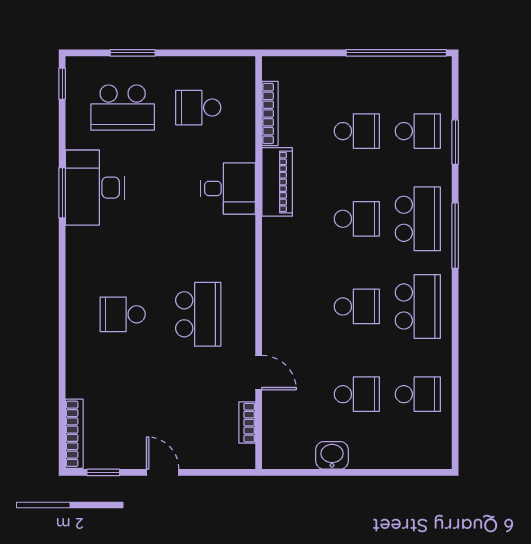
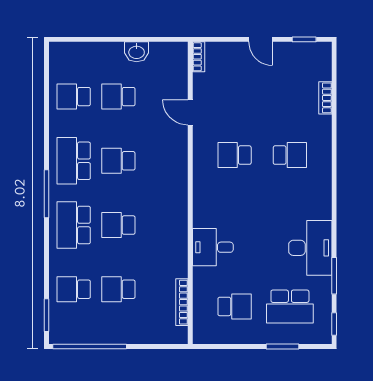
school desk: (123, 108) -> (290, 306), turned 180
window: (455, 142) -> (46, 315), moved
piano: (277, 182) -> (177, 252), removed
window: (62, 193) -> (334, 276), moved
window: (455, 236) -> (46, 194), moved
school desk: (198, 314) -> (235, 155), width x0.54
bookcase: (247, 423) -> (199, 57), moved
bookcase: (74, 434) -> (325, 98), moved, width x0.64

